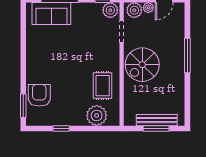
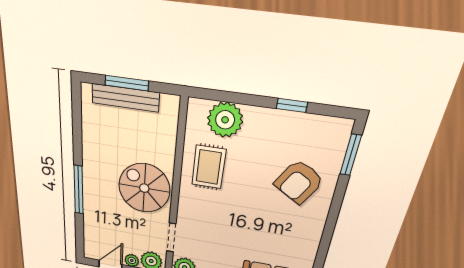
spiral stairs: (142, 65) -> (144, 188), turned -90
armchair: (39, 95) -> (299, 182), moved, turned 31

